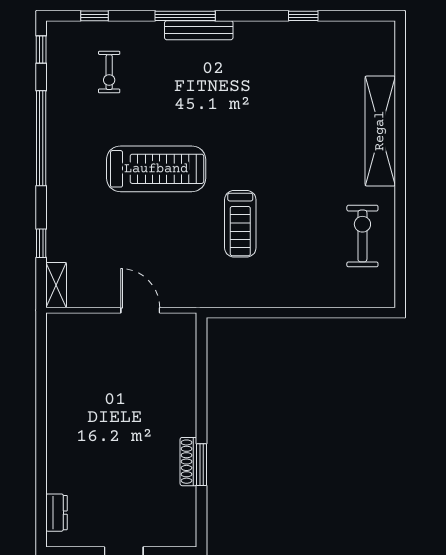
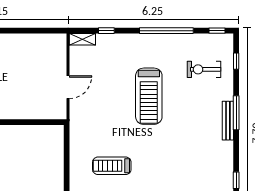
exercise bike: (109, 72) -> (204, 69), width x1.38, depth x1.39
treadmill: (240, 224) -> (112, 166), moved

